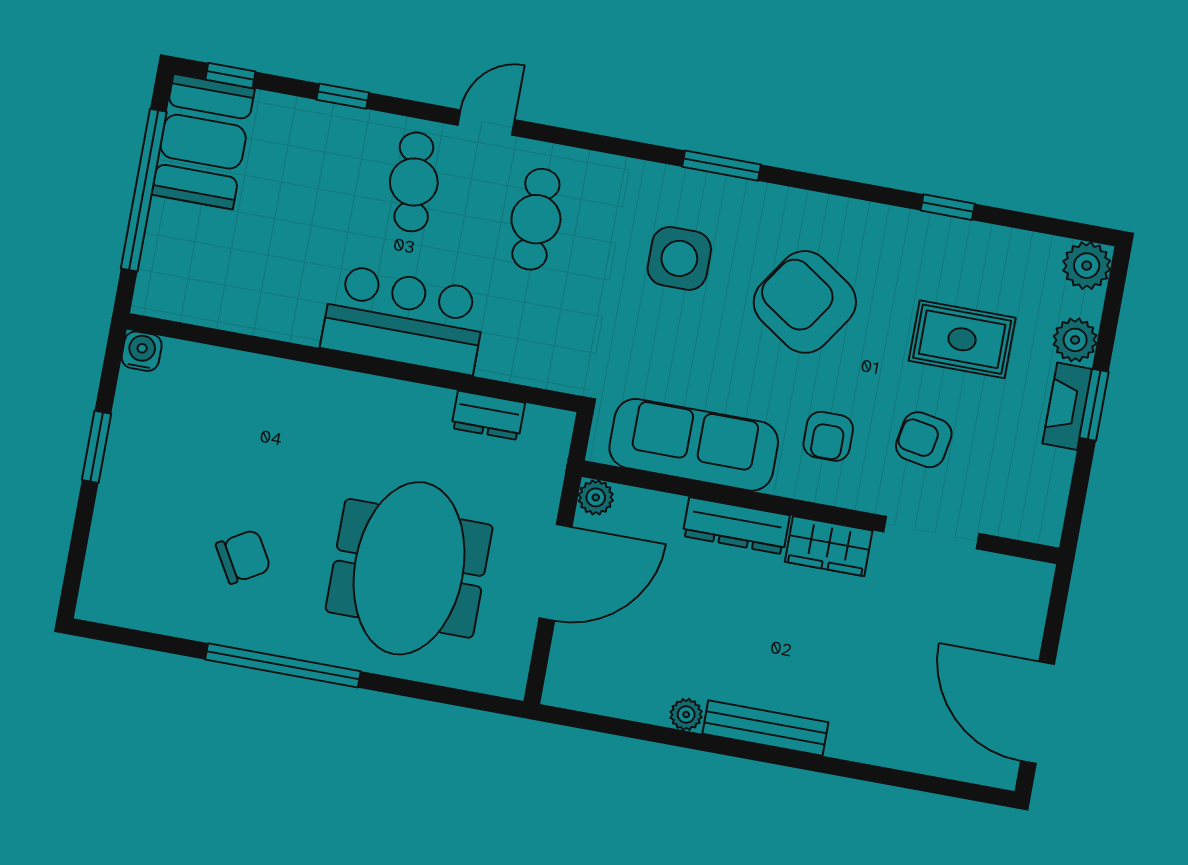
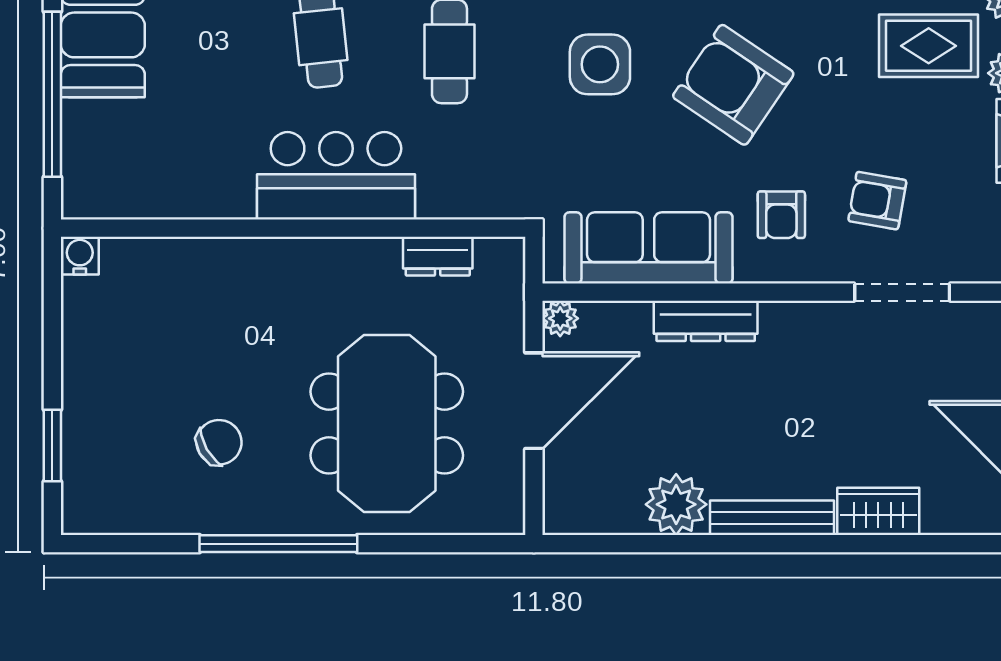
rug: (962, 339) -> (929, 46), moved
window: (97, 447) -> (52, 445), moved
wardrobe: (829, 546) -> (878, 511), moved, turned 180
plant: (686, 715) -> (676, 504), width x1.88, depth x1.88

